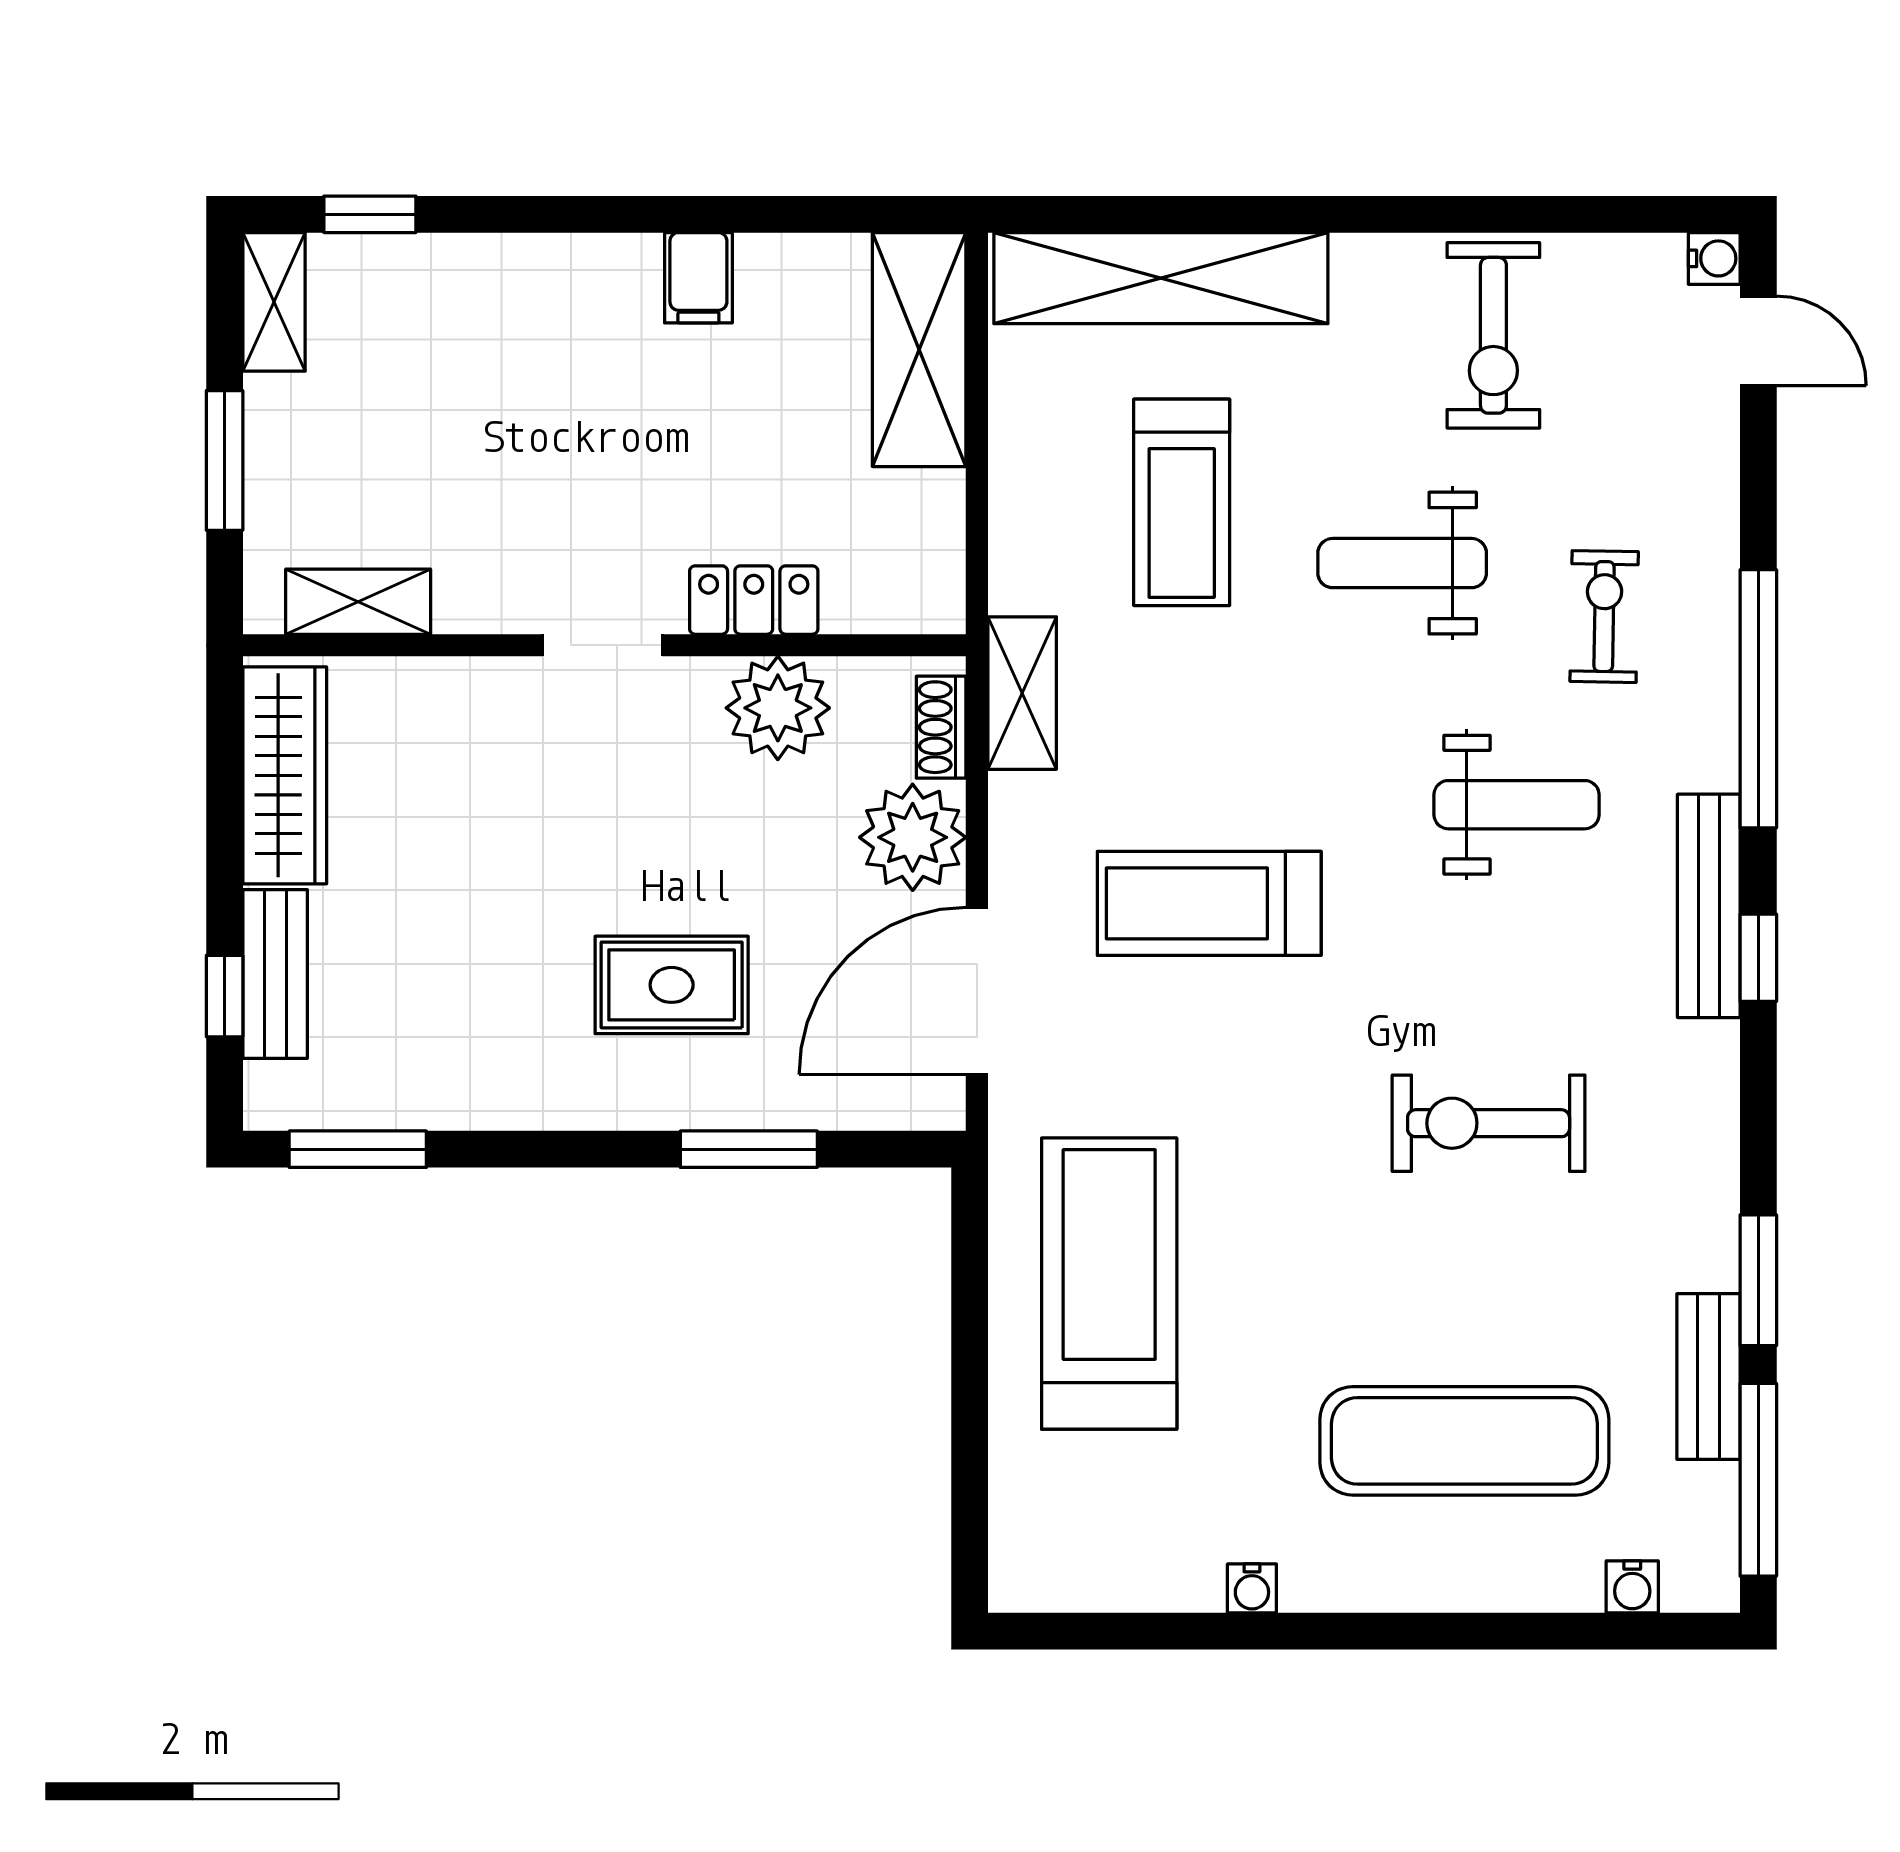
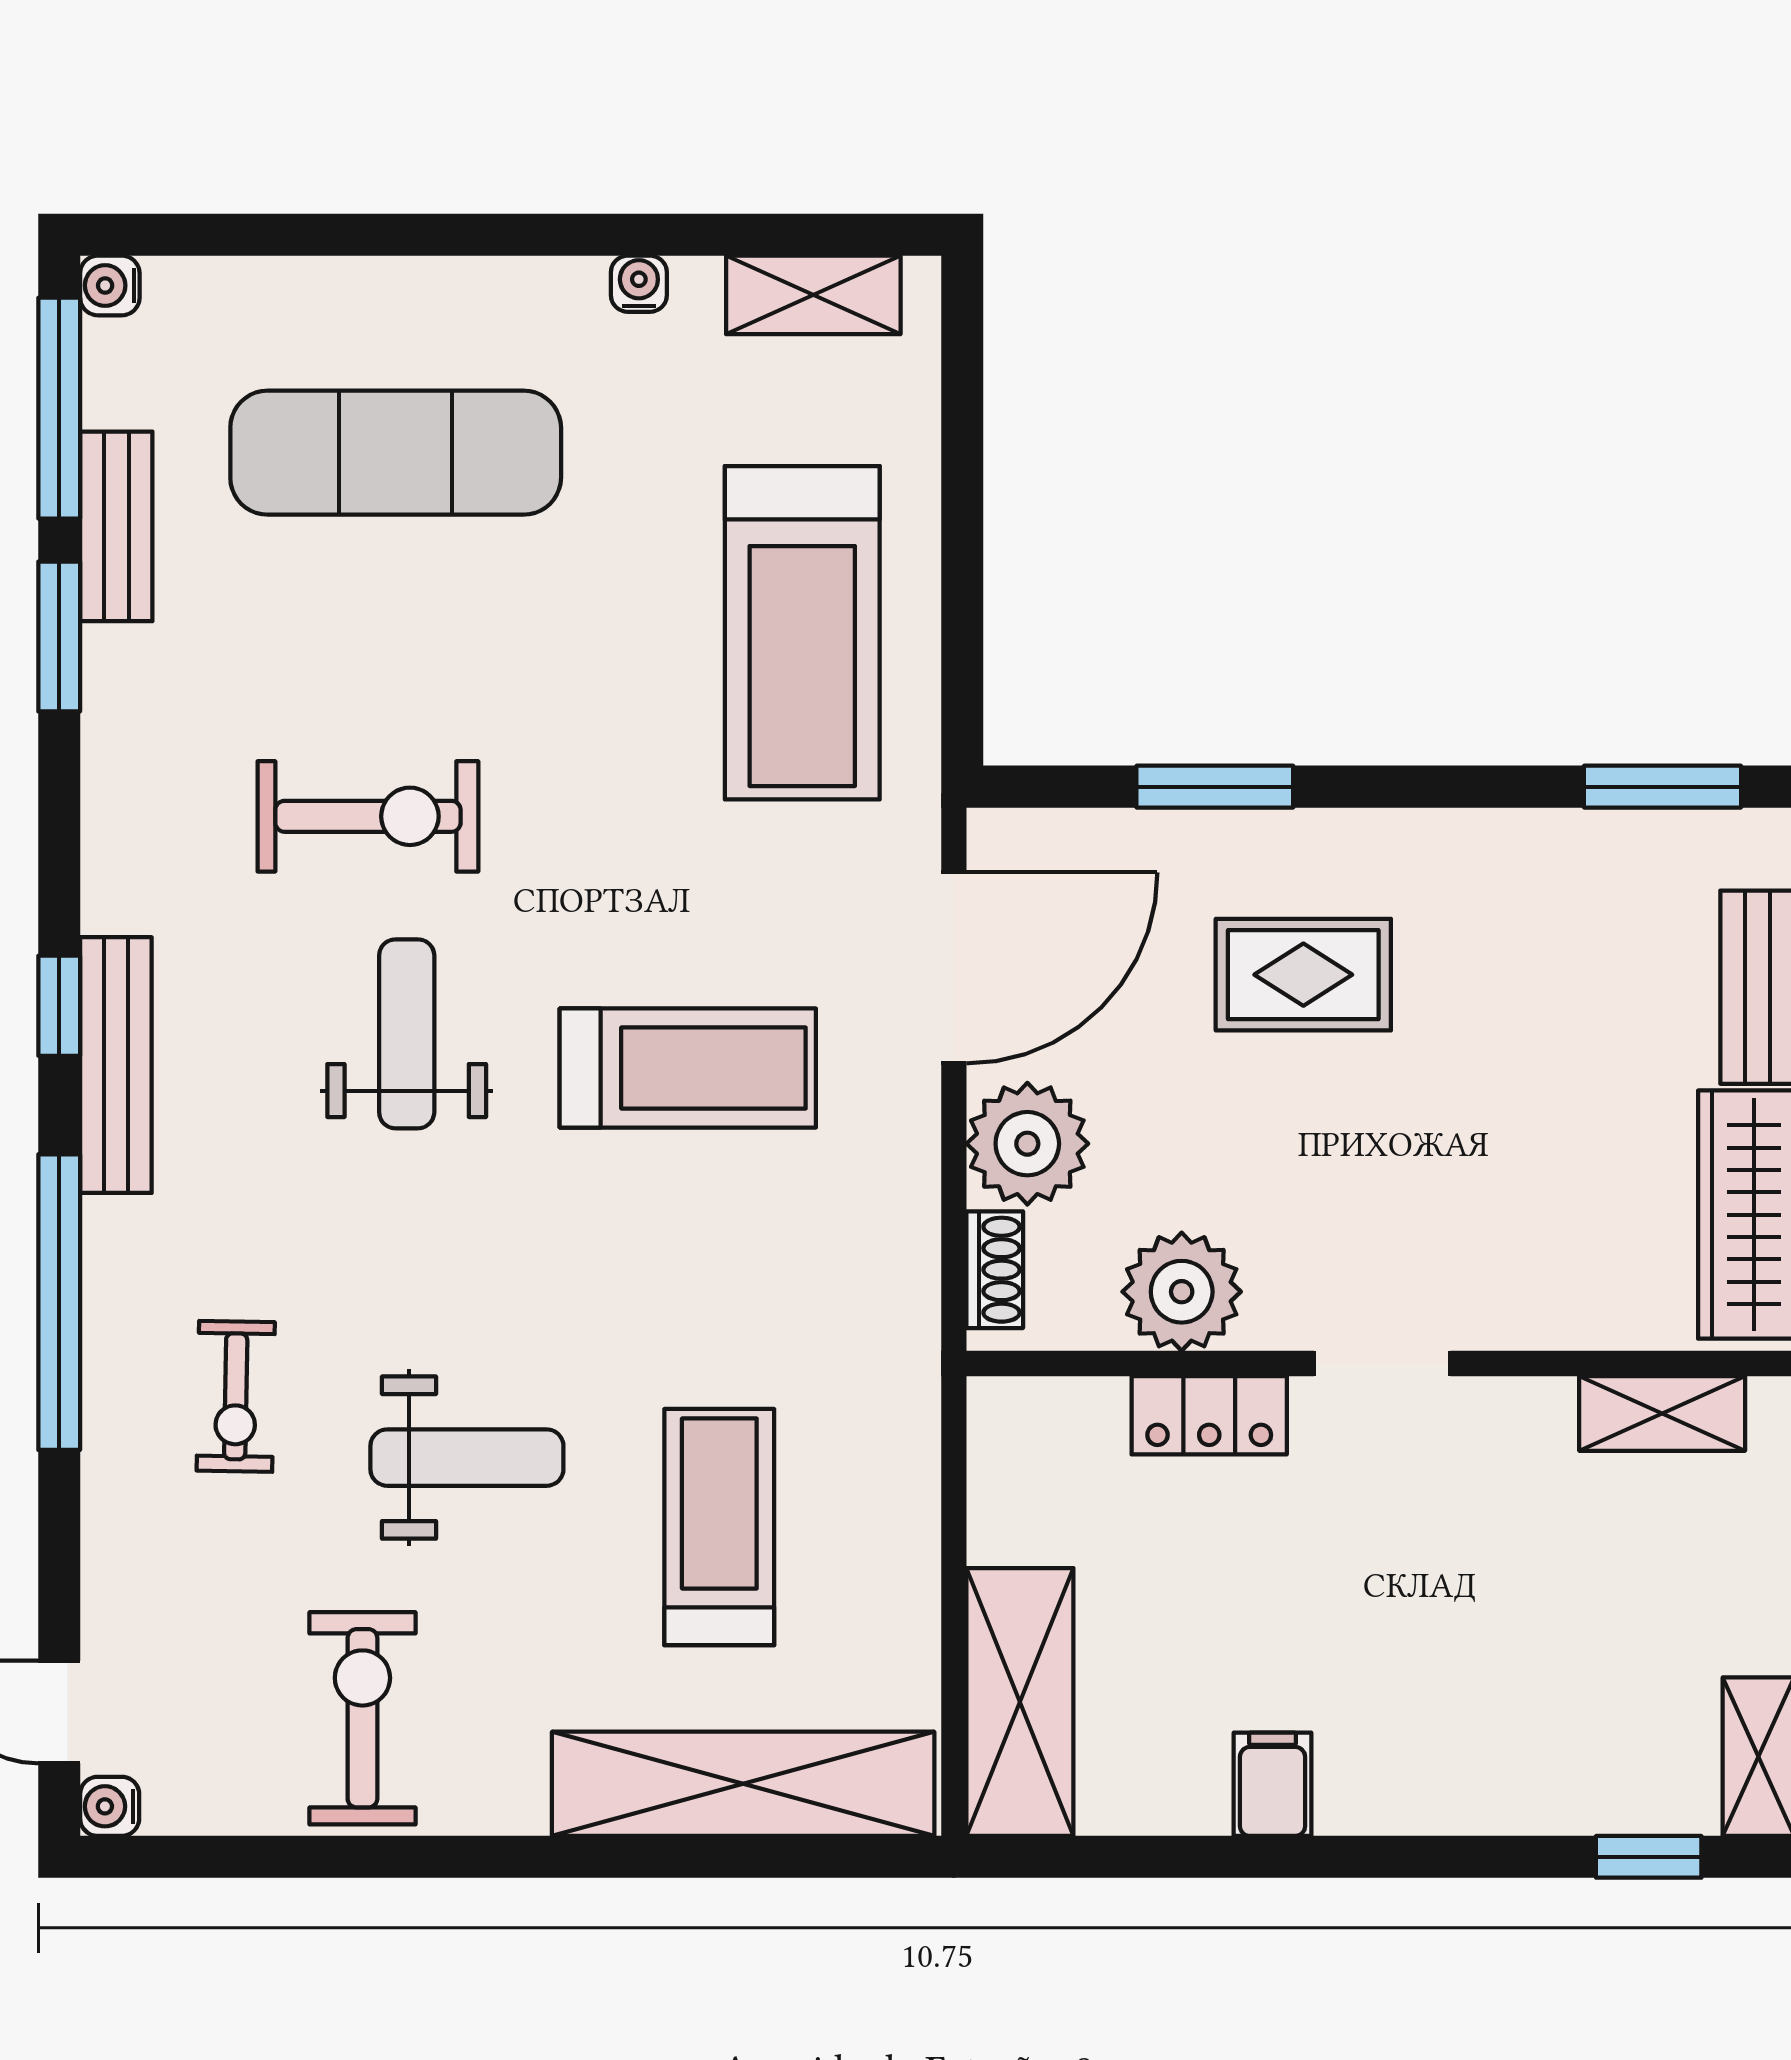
shelving: (1022, 693) -> (813, 295), moved, turned 90
weight bench: (1517, 805) -> (407, 1034), moved, turned 90
water cooler: (1632, 1587) -> (110, 285), moved, turned -90

